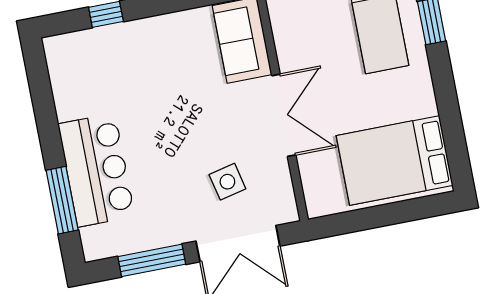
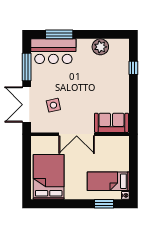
plant: (72, 100) -> (100, 47), added
bar counter: (96, 170) -> (53, 51), moved

